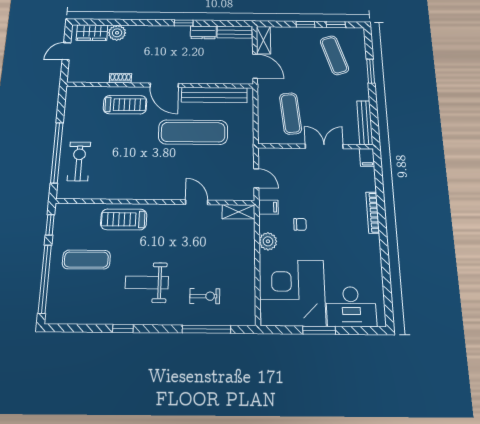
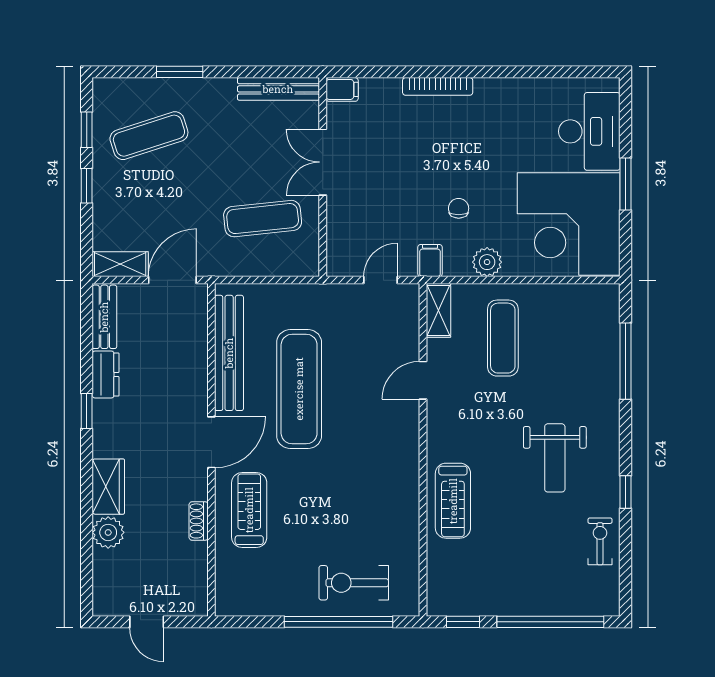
wardrobe: (92, 33) -> (108, 487), moved
exercise mat: (86, 260) -> (503, 338), moved
exercise bike: (205, 296) -> (600, 541), moved

